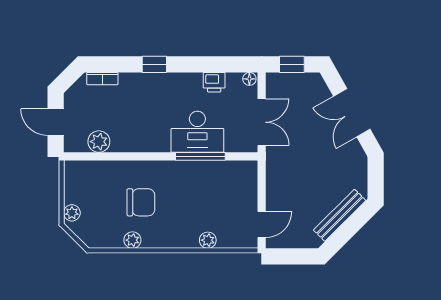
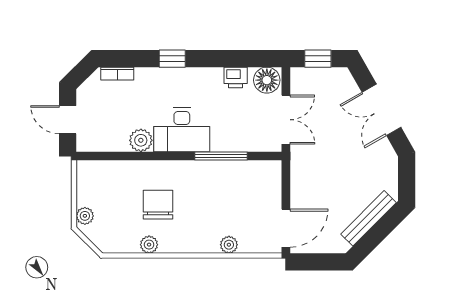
floor lamp: (249, 79) -> (267, 80), width x1.89, depth x1.89
desk: (197, 132) -> (182, 130), moved
plant: (99, 142) -> (141, 140), moved
chair: (141, 202) -> (158, 205), turned -90
door: (262, 224) -> (286, 228), width x1.38

